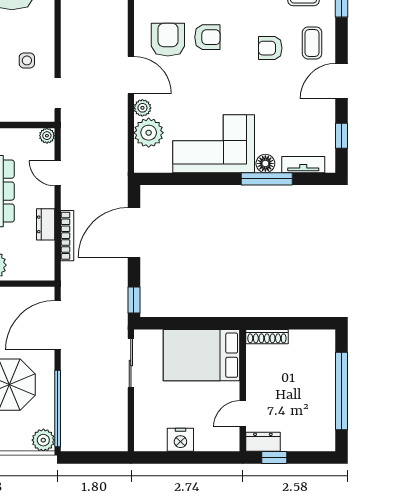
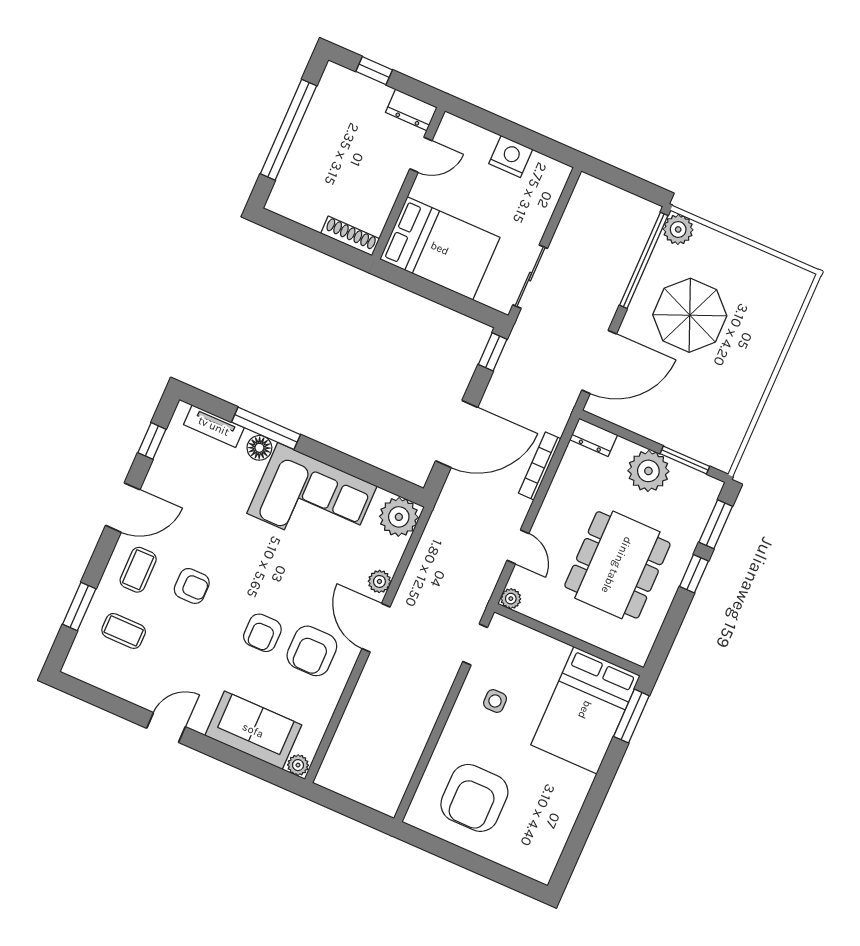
armchair: (207, 37) -> (262, 633), turned -90
plant: (149, 133) -> (399, 517), moved
dresser: (46, 224) -> (594, 437), moved, turned 90
window: (274, 458) -> (374, 71), moved

